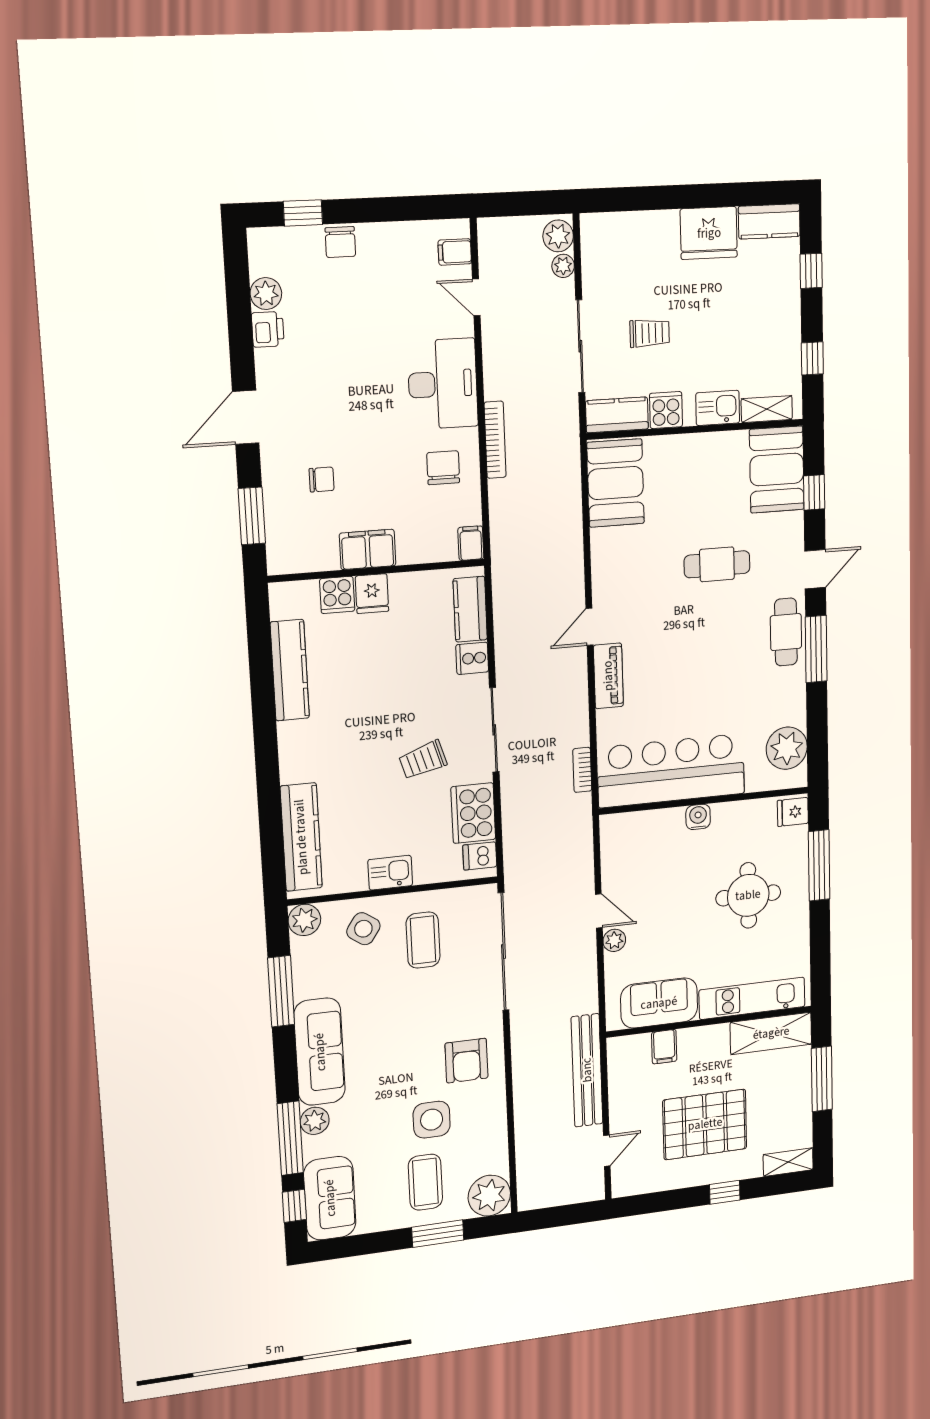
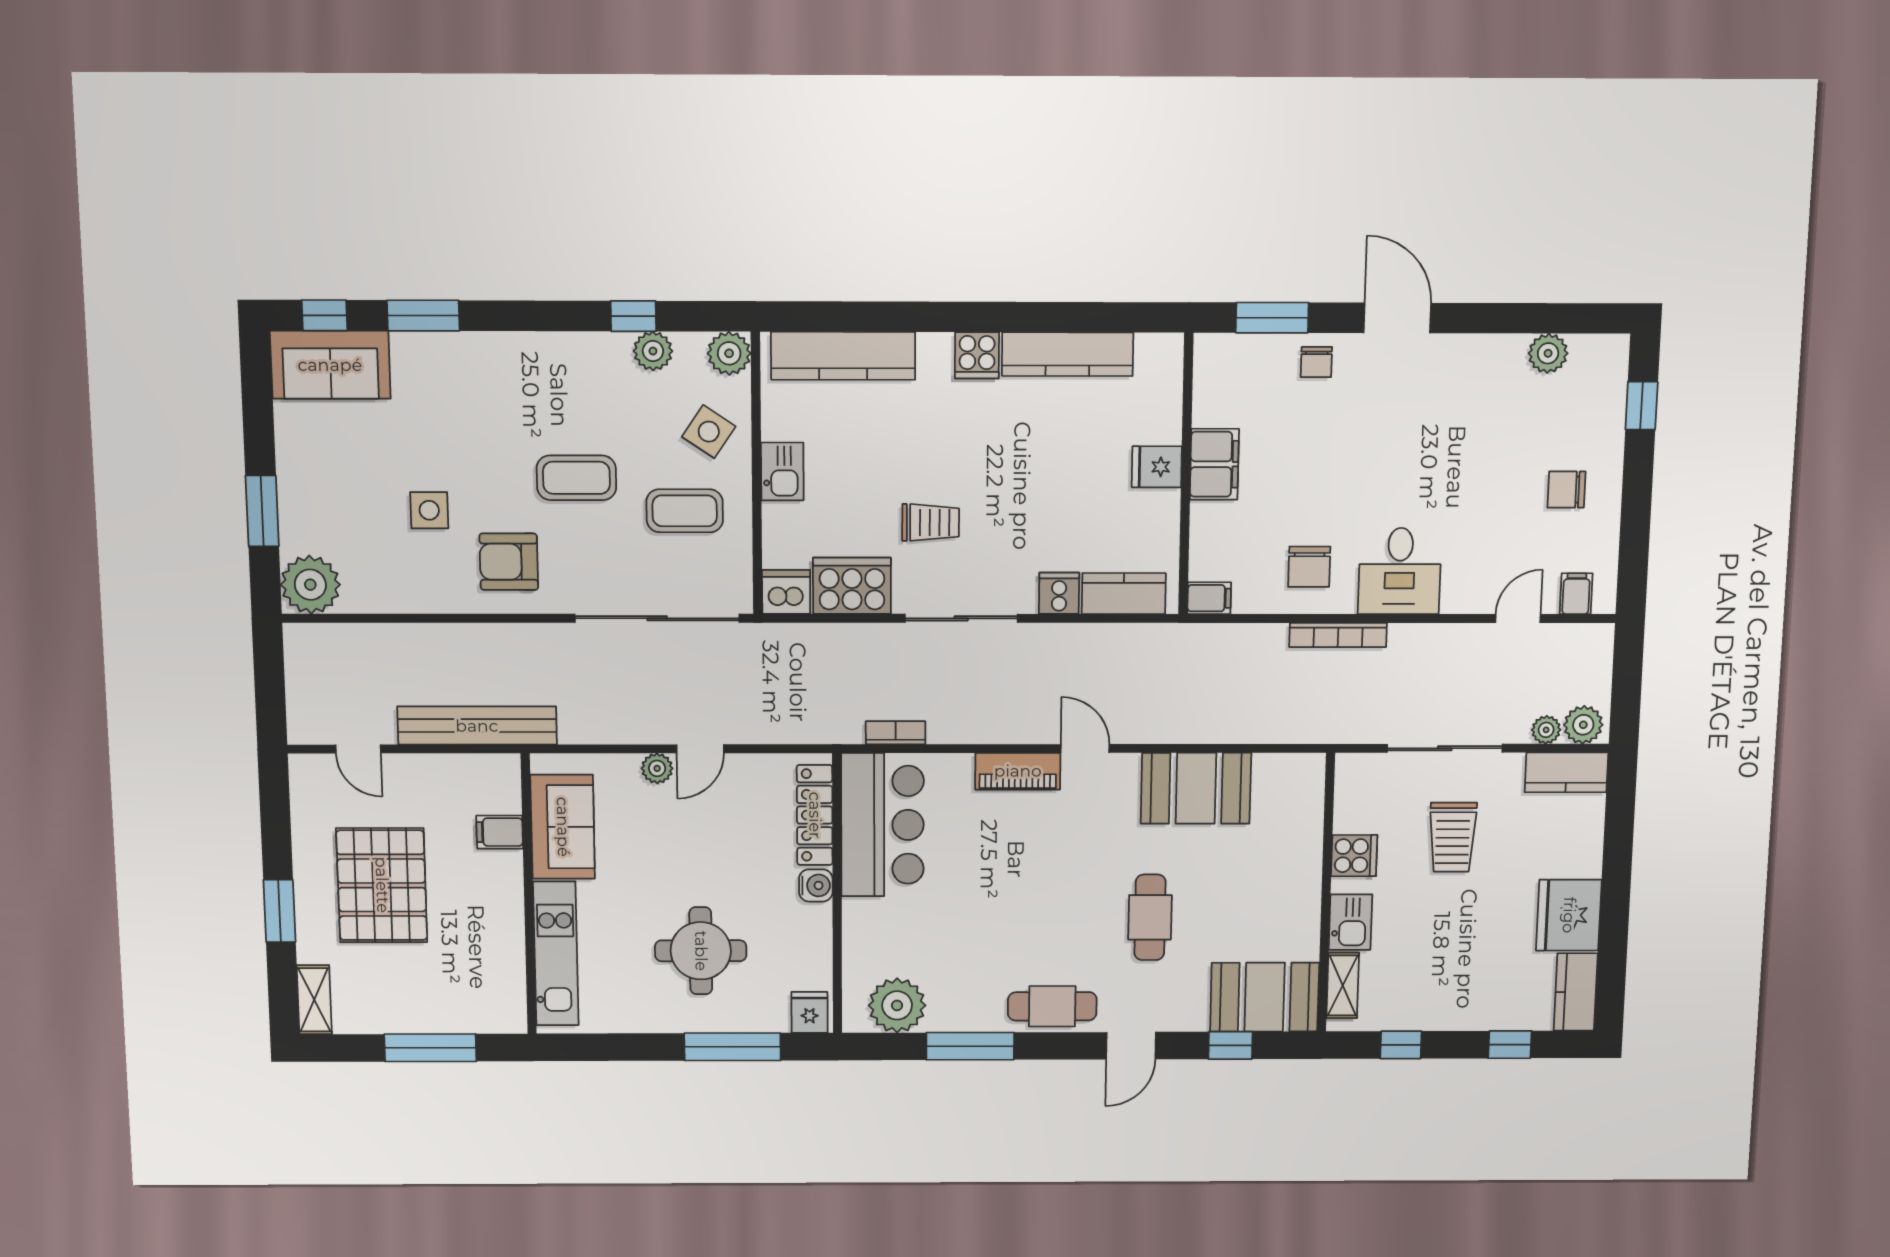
chair: (340, 242) -> (1566, 490), moved
printer: (268, 329) -> (1504, 353), removed
trolley: (650, 333) -> (1453, 837), width x1.36, depth x1.39
desk: (443, 384) -> (1400, 571), width x0.73
kitchen counter: (617, 415) -> (1566, 772), moved, turned 90
chair: (443, 468) -> (1309, 567), turned 90
chair: (322, 479) -> (1316, 362), moved
booth: (616, 483) -> (1196, 788), moved
door: (815, 569) -> (1131, 1046), hinge flipped
cooker: (337, 595) -> (977, 355), moved, turned -90
window: (816, 649) -> (970, 1046), moved
trolley: (423, 760) -> (931, 522), turned 107
bar counter: (671, 771) -> (882, 825), width x0.73
locker: (646, 823) -> (815, 815), added
dishwasher: (480, 856) -> (786, 592), width x1.38
window: (281, 991) -> (633, 316), width x0.46
shelving: (771, 1033) -> (503, 979), removed
sofa: (320, 1052) -> (543, 363), removed
side table: (432, 1120) -> (429, 510), width x0.73, depth x0.73
plant: (315, 1121) -> (653, 351), moved
window: (290, 1138) -> (423, 316), width x0.69
coffee table: (425, 1182) -> (576, 478), moved
window: (725, 1192) -> (279, 911), width x1.50

